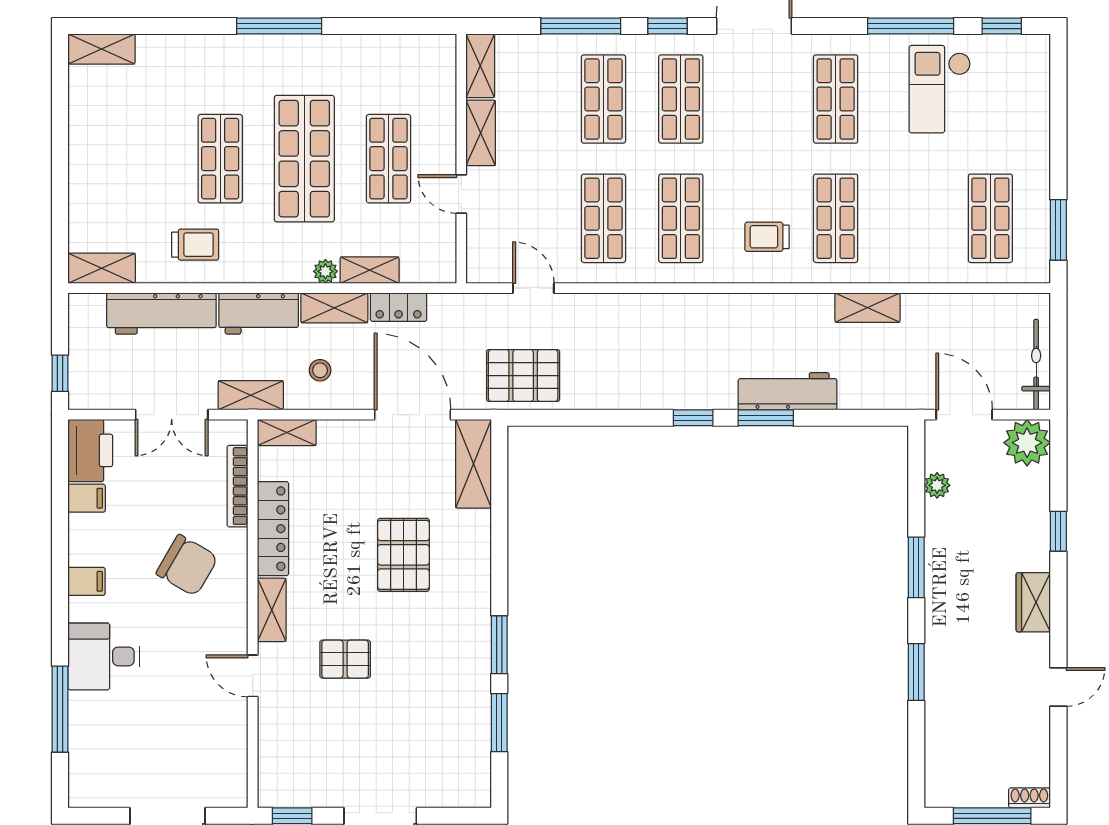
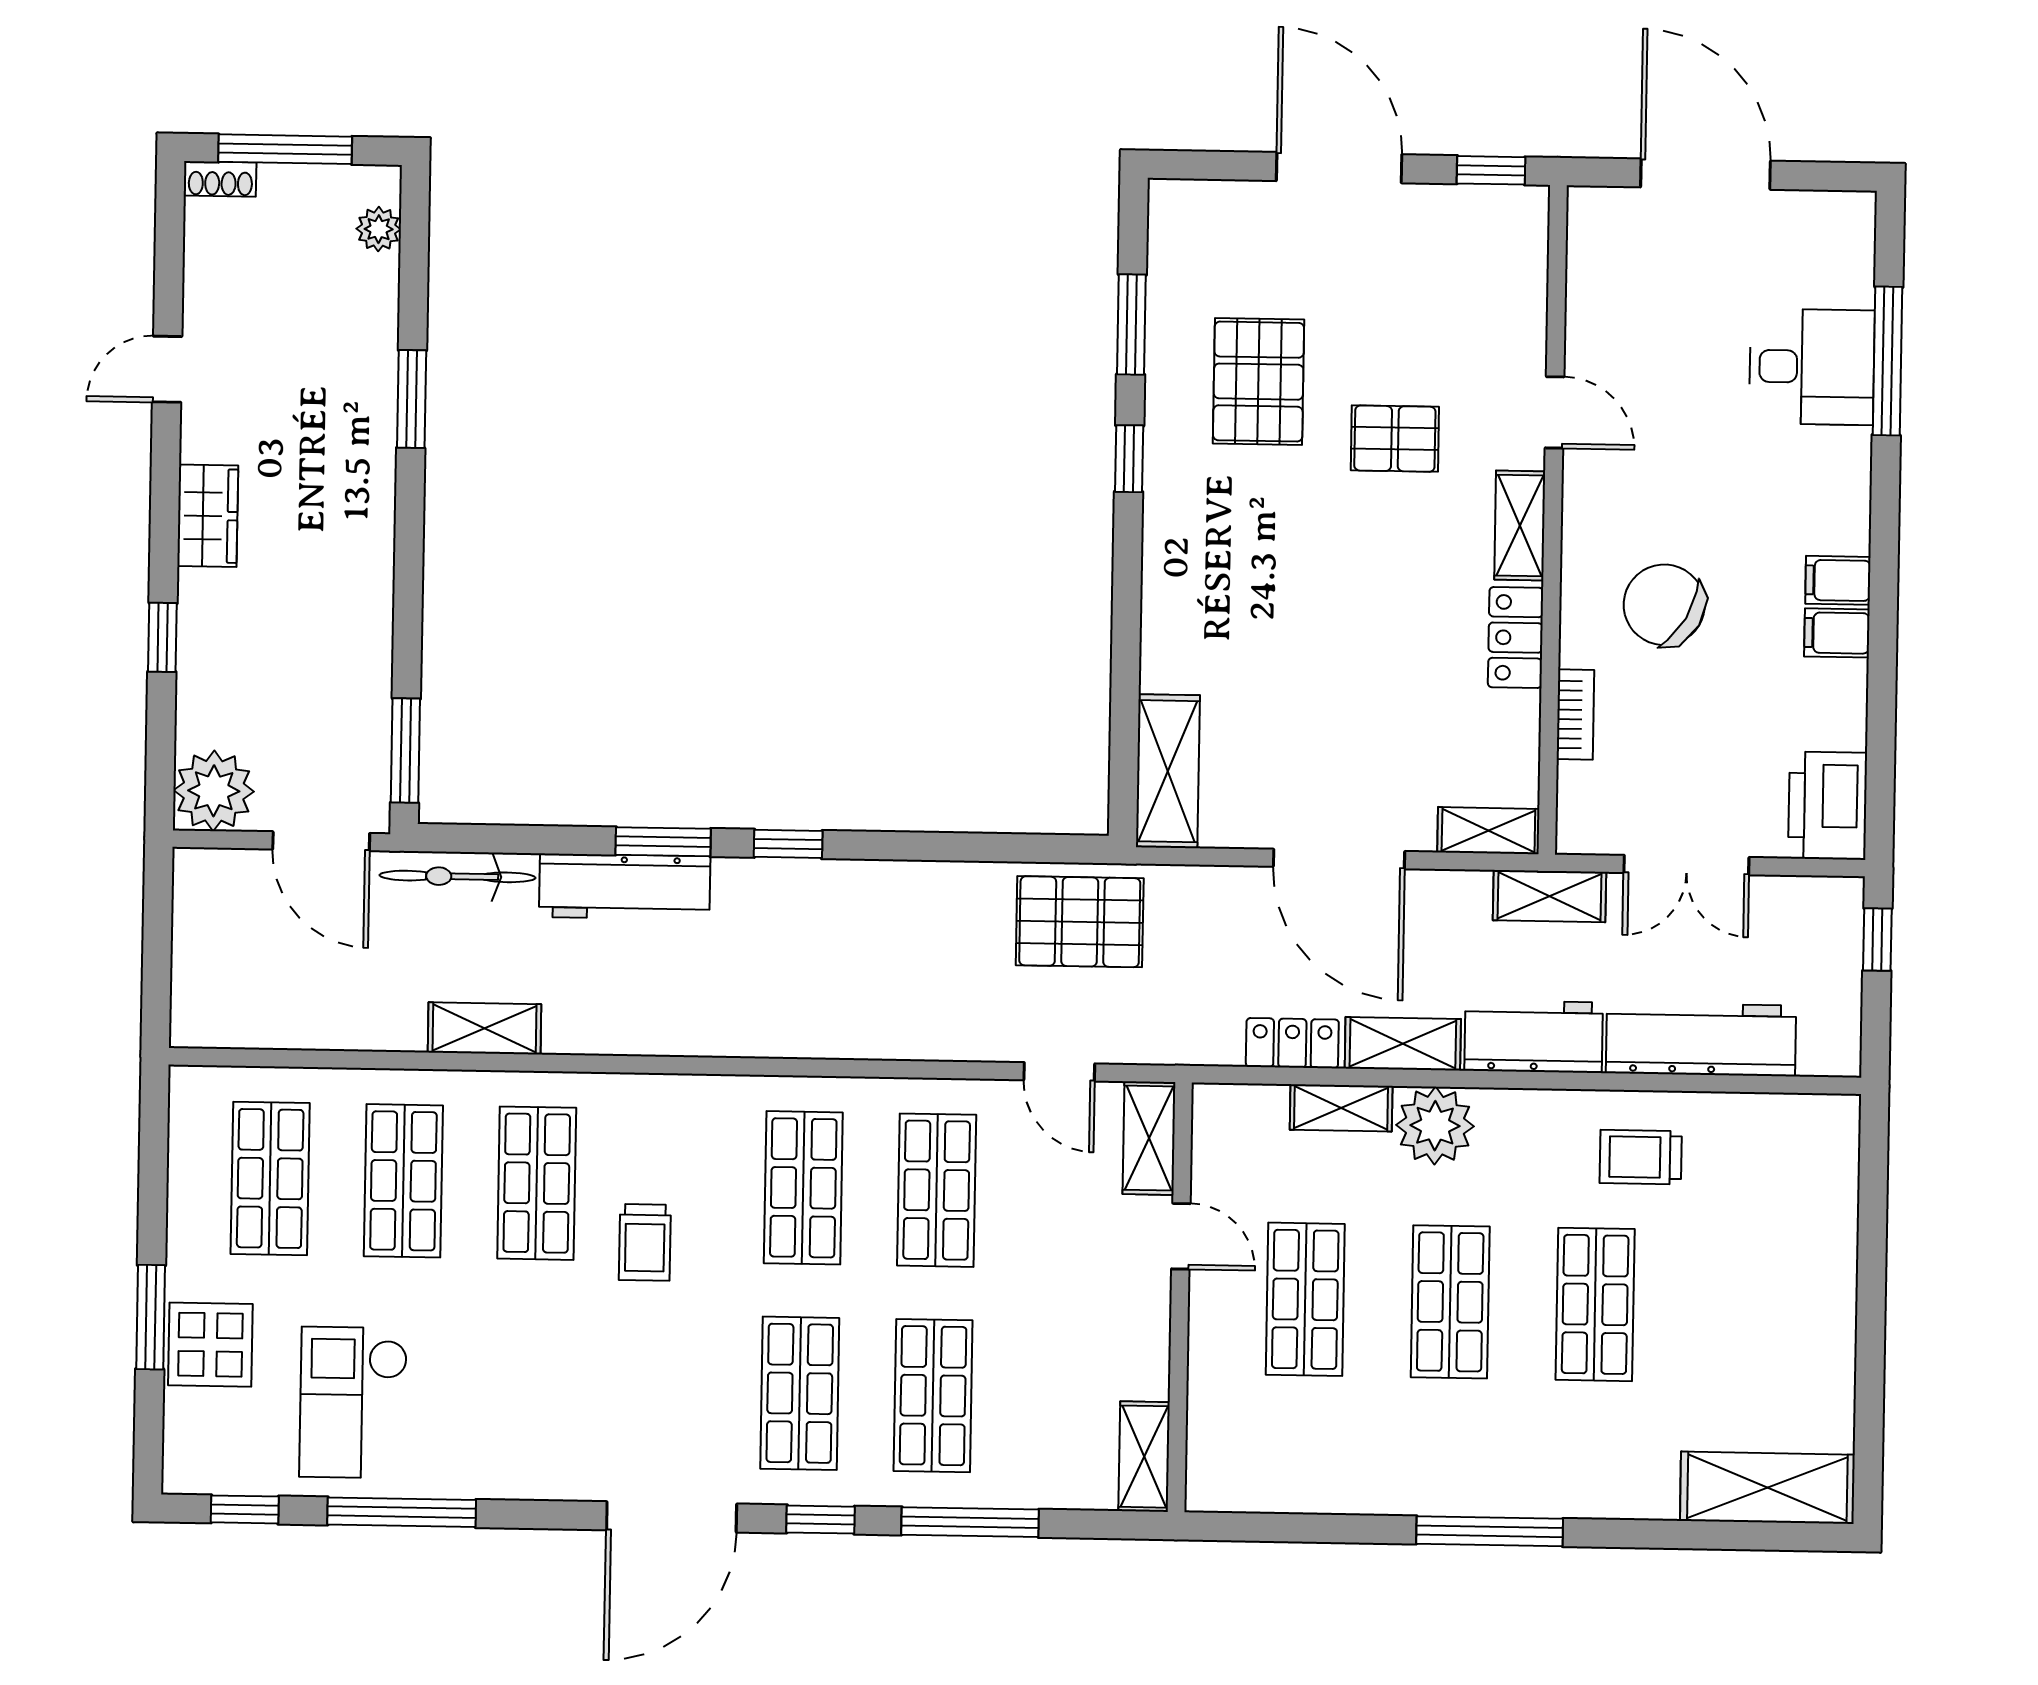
shelving: (101, 49) -> (1767, 1488), width x1.50, depth x1.33
checkout: (940, 89) -> (353, 1402), turned 180
shop shelf: (836, 99) -> (403, 1181), moved
display table: (1023, 121) -> (210, 1345), added
shelving: (481, 133) -> (1149, 1138), moved
shop shelf: (304, 159) -> (1450, 1302), width x0.70, depth x0.74
window: (1058, 230) -> (151, 1317), moved
trolley: (767, 237) -> (645, 1242), moved, turned 90
shelving: (102, 268) -> (1802, 1119), removed
plant: (325, 271) -> (1435, 1126), width x1.87, depth x1.87
bicycle: (1036, 365) -> (457, 876), moved, turned 90
stool: (320, 370) -> (1429, 937), removed
double door: (172, 415) -> (1686, 865), swing flipped
door: (413, 415) -> (1339, 859), moved
plant: (937, 485) -> (379, 229), moved
bookcase: (238, 486) -> (1575, 714), width x0.64
filing cabinet: (87, 498) -> (1837, 633), moved
locker: (273, 529) -> (1516, 638), width x0.66
pallet: (403, 555) -> (1259, 382), moved
window: (916, 567) -> (405, 751), moved
window: (499, 645) -> (1129, 459), width x0.67
desk: (104, 656) -> (1812, 367), moved

